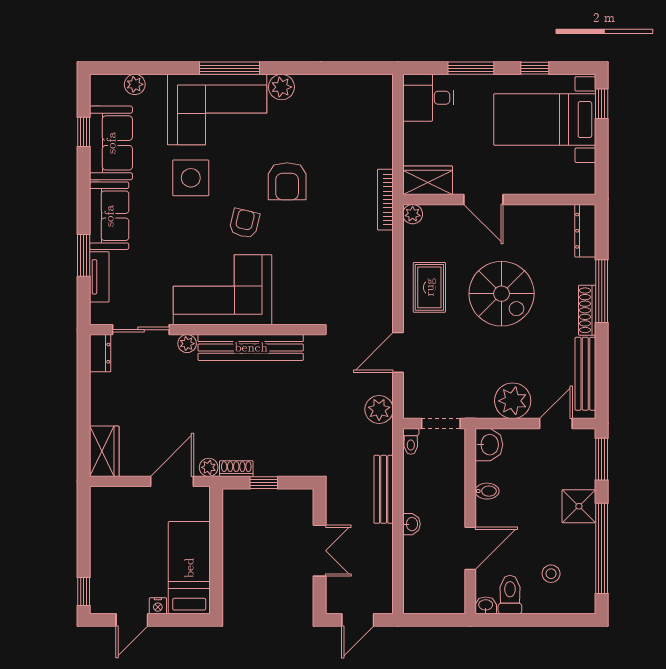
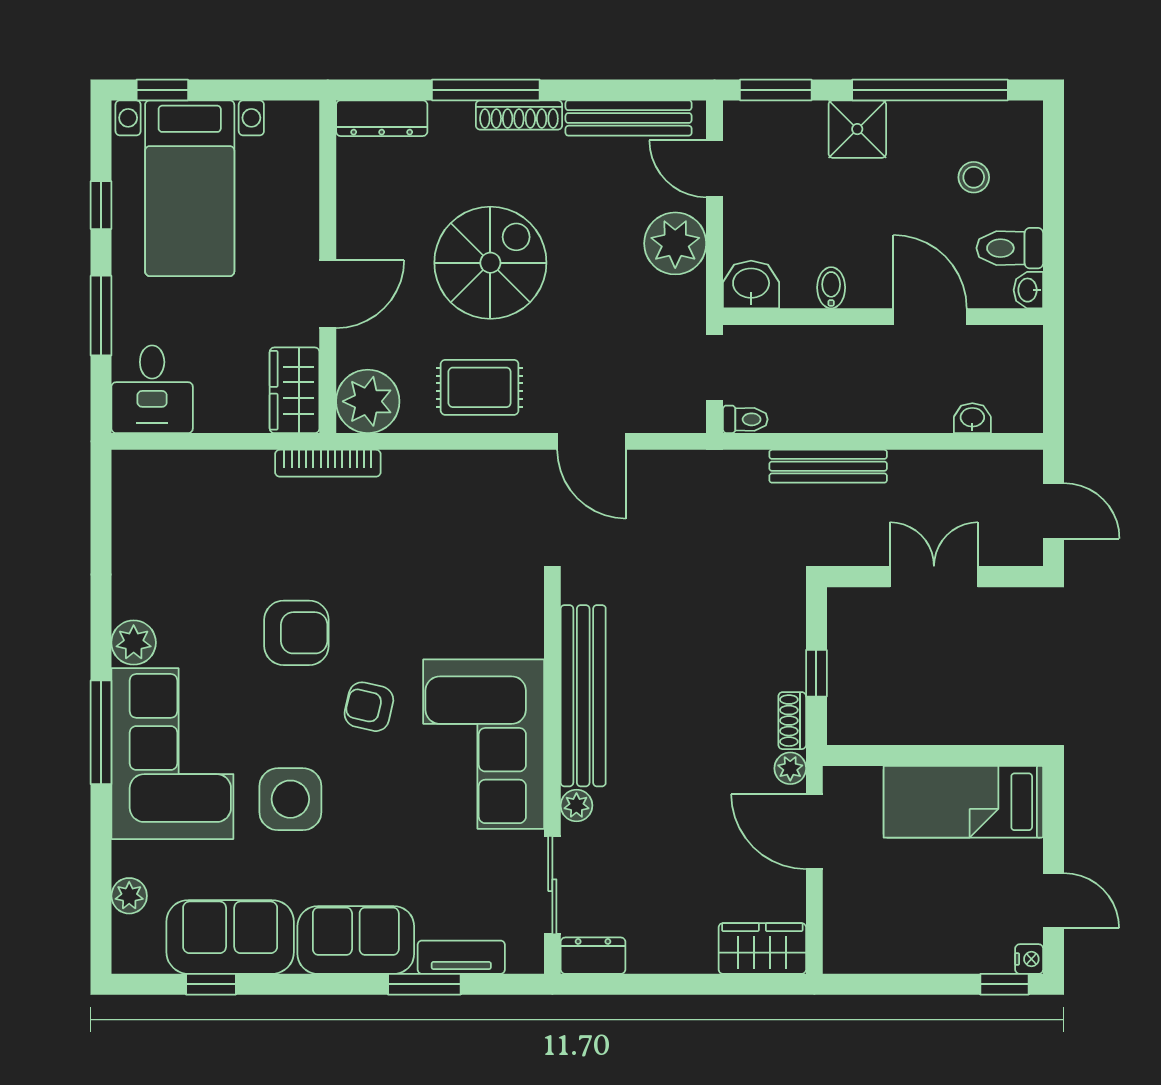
plant: (413, 214) -> (368, 401), width x1.88, depth x1.88
plant: (379, 410) -> (690, 474), removed
washbasin: (411, 524) -> (972, 418), moved
nightstand: (158, 606) -> (1029, 959), moved

